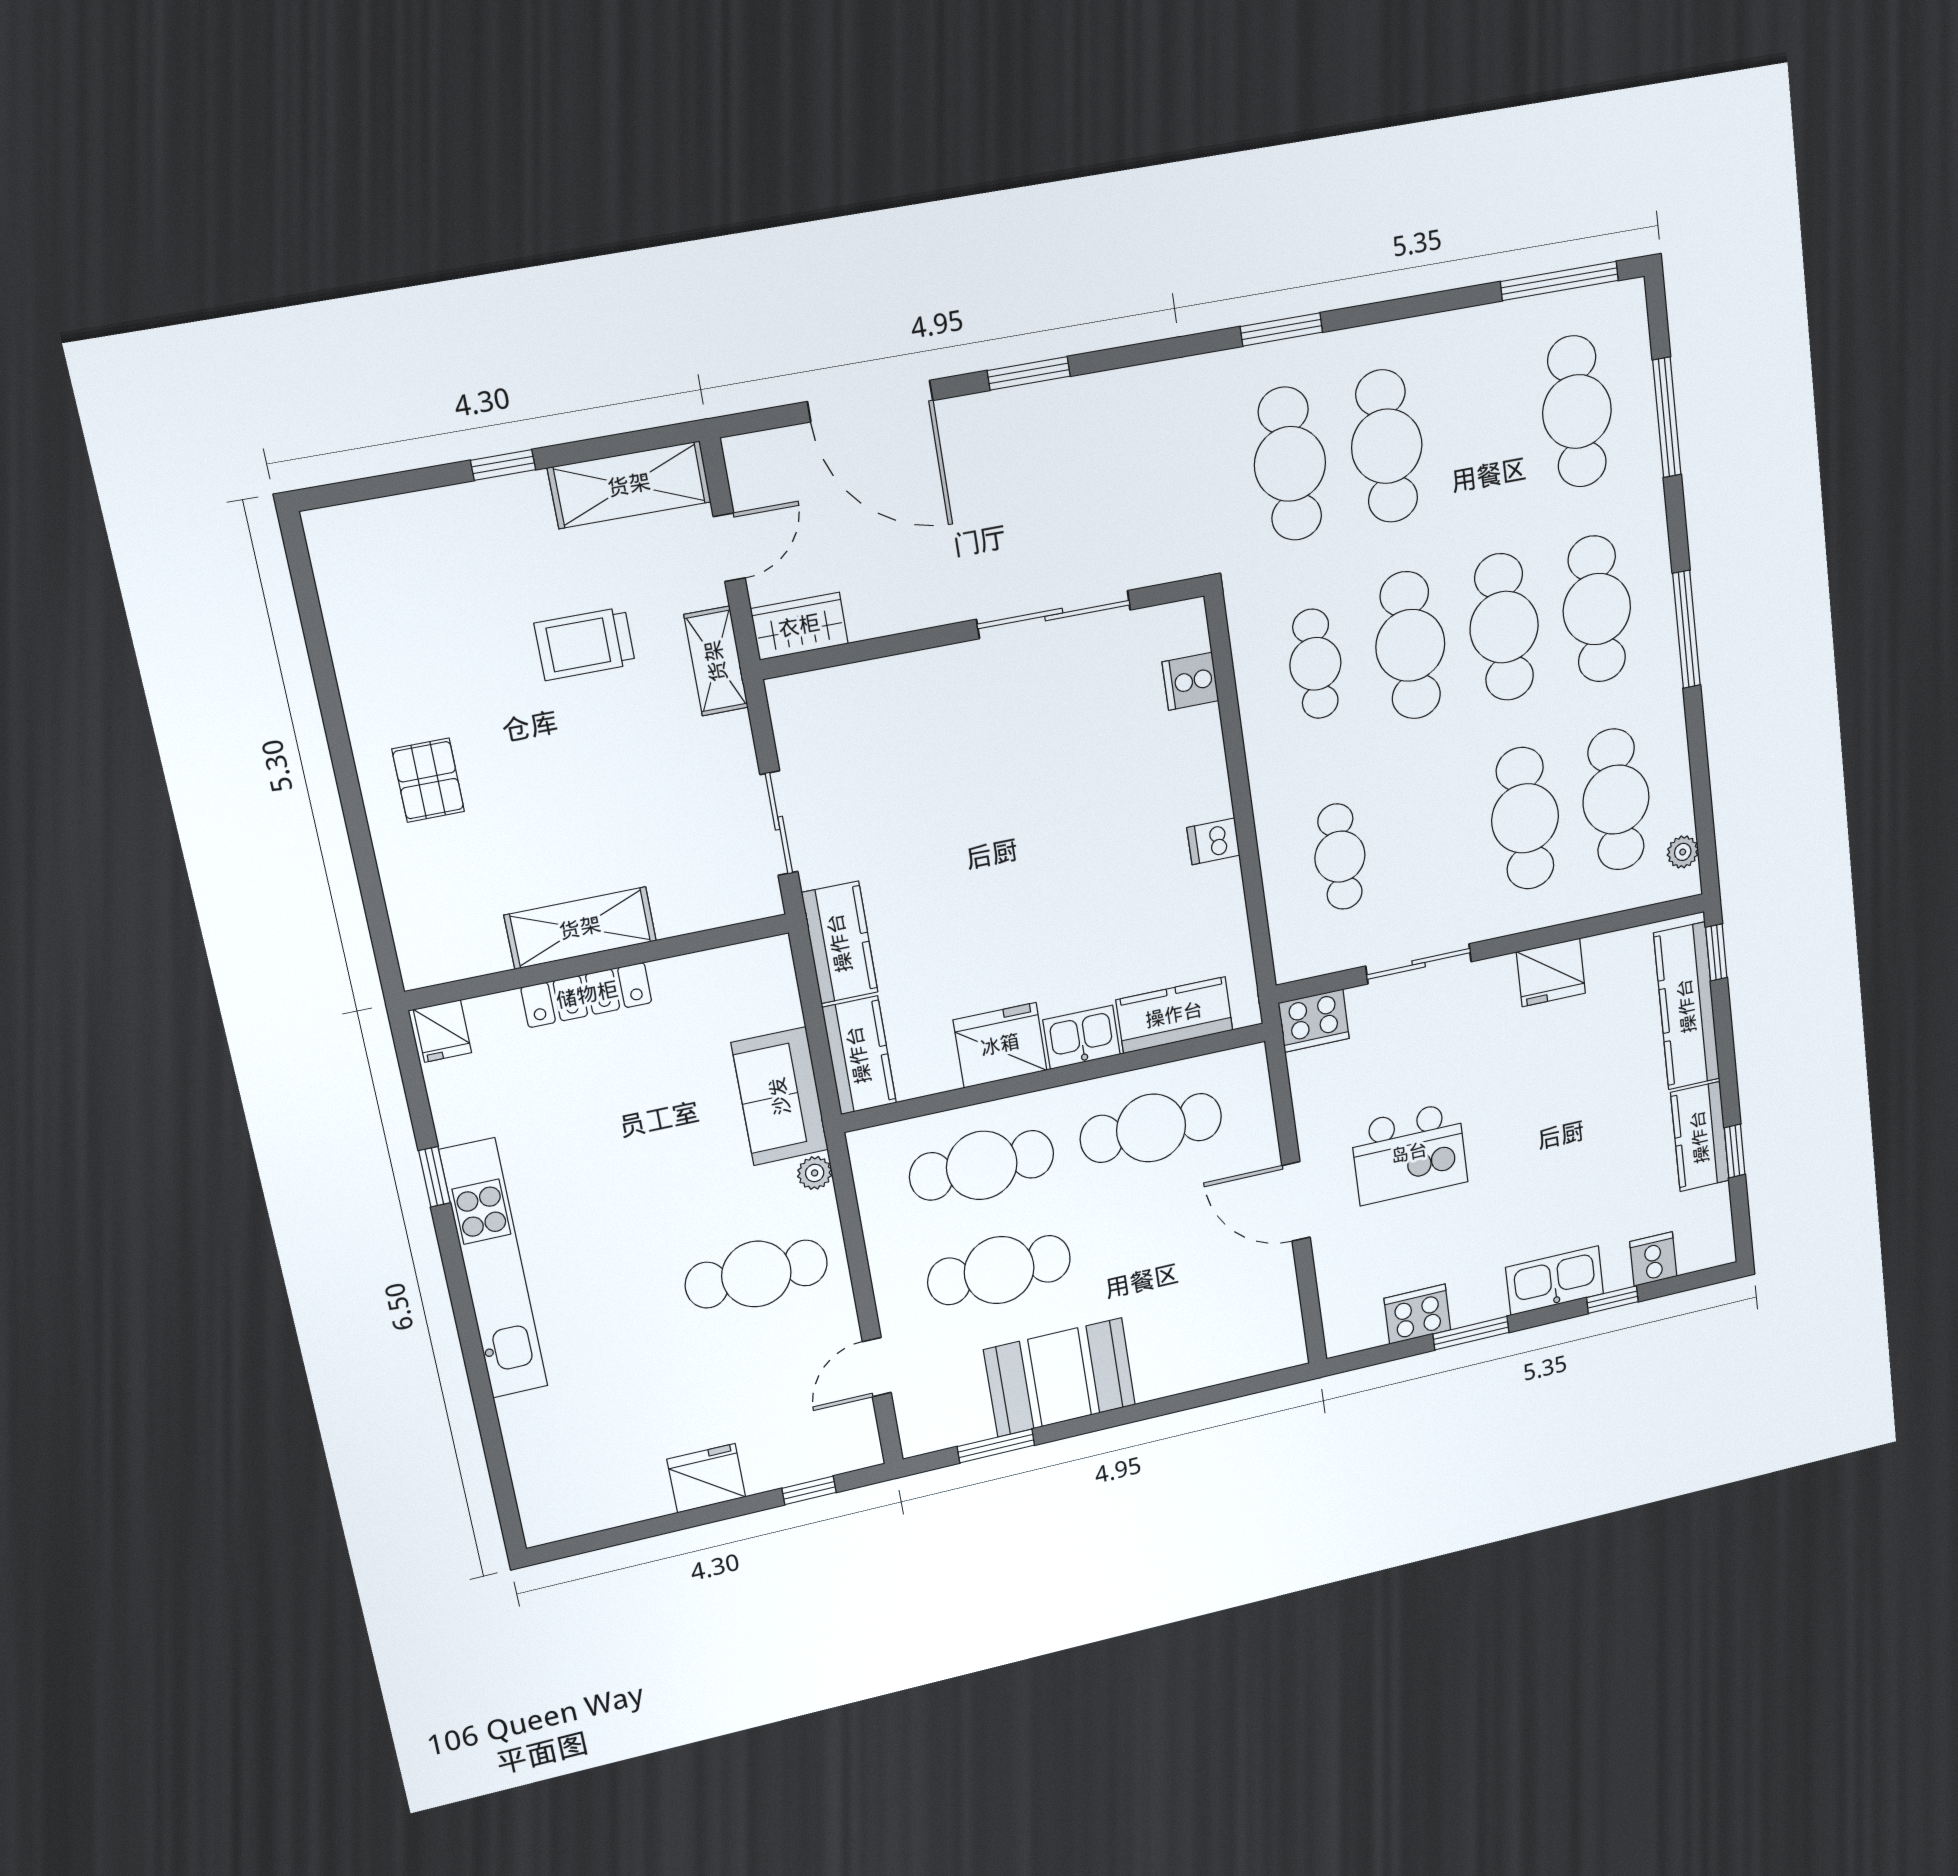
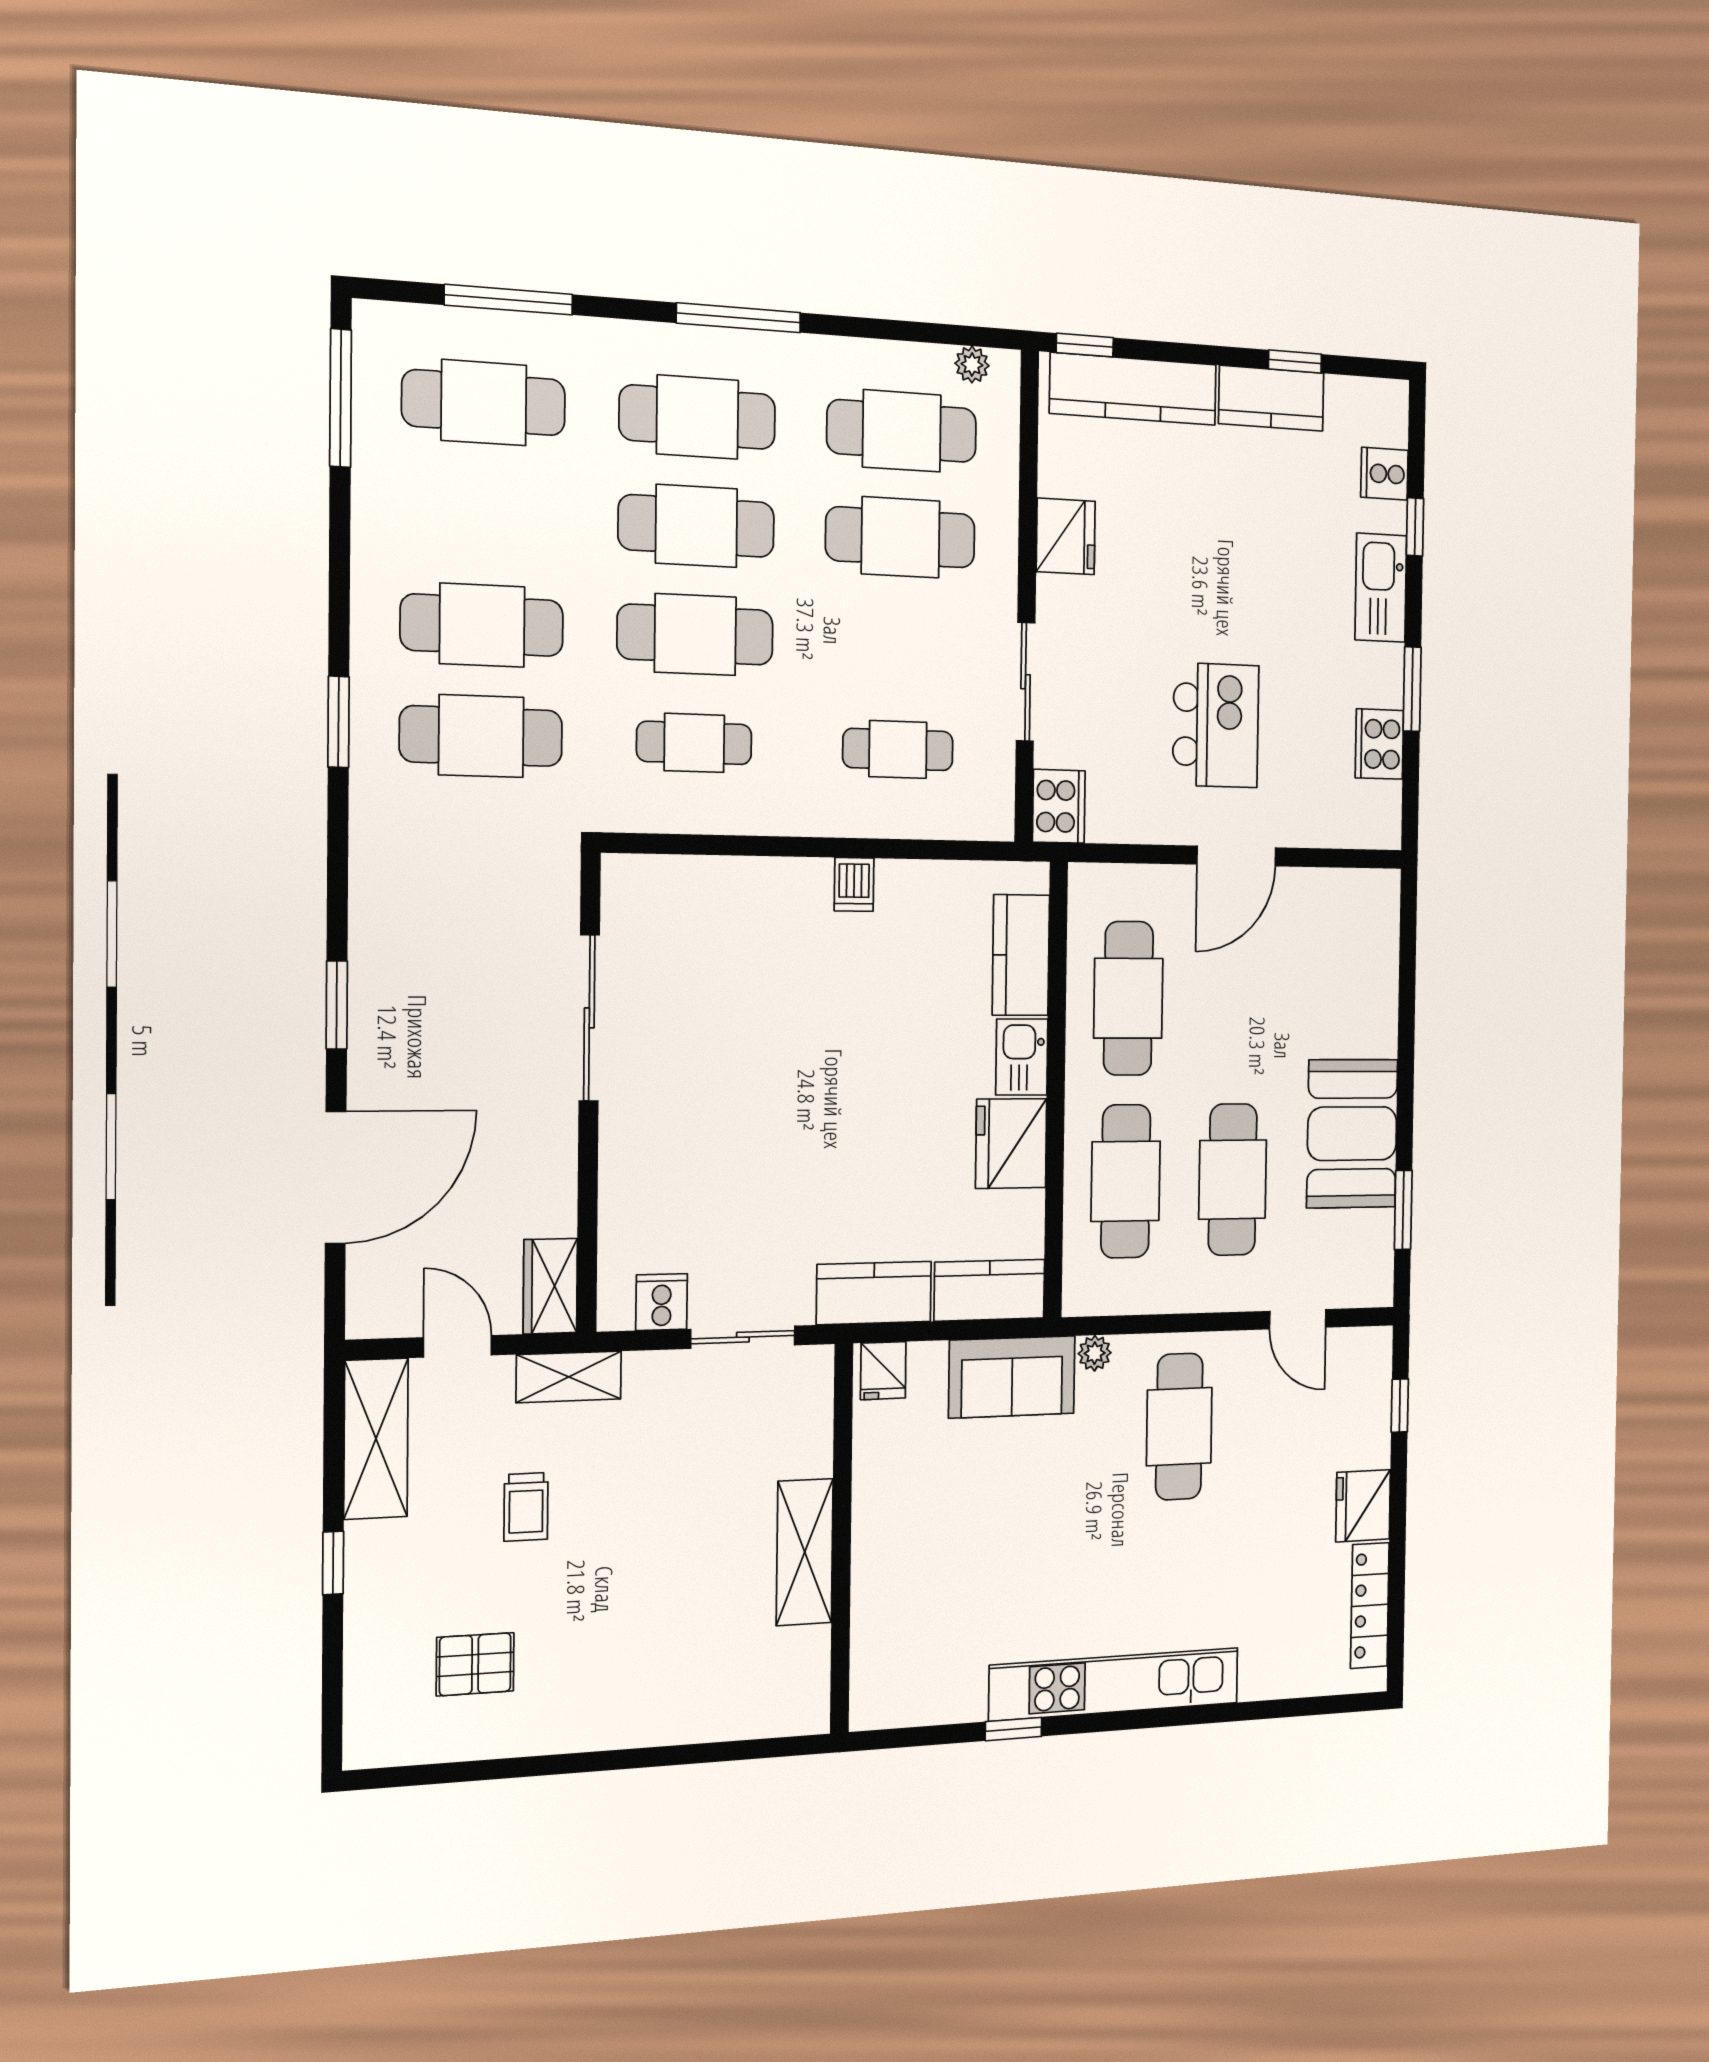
trolley: (585, 644) -> (526, 1507), width x0.73, depth x0.72
cooker: (1190, 681) -> (662, 1302), moved, turned 180
pallet: (428, 780) -> (475, 1664), moved
locker: (587, 995) -> (1370, 1605), moved, turned 180
fridge: (443, 1031) -> (883, 1371), moved, turned 90

